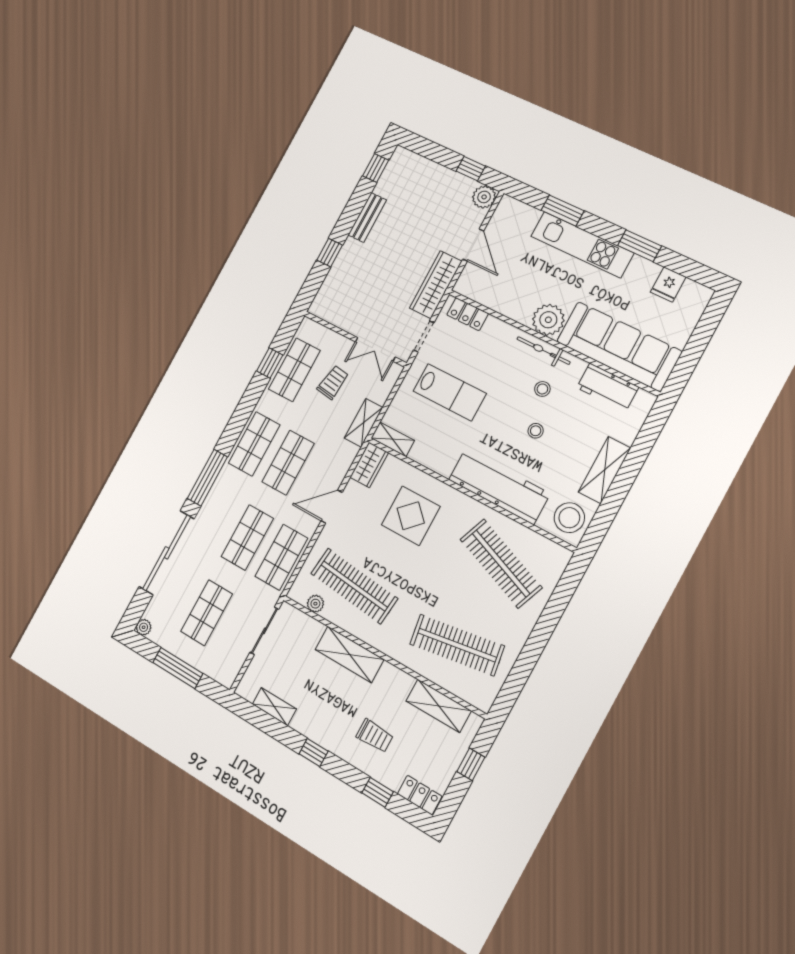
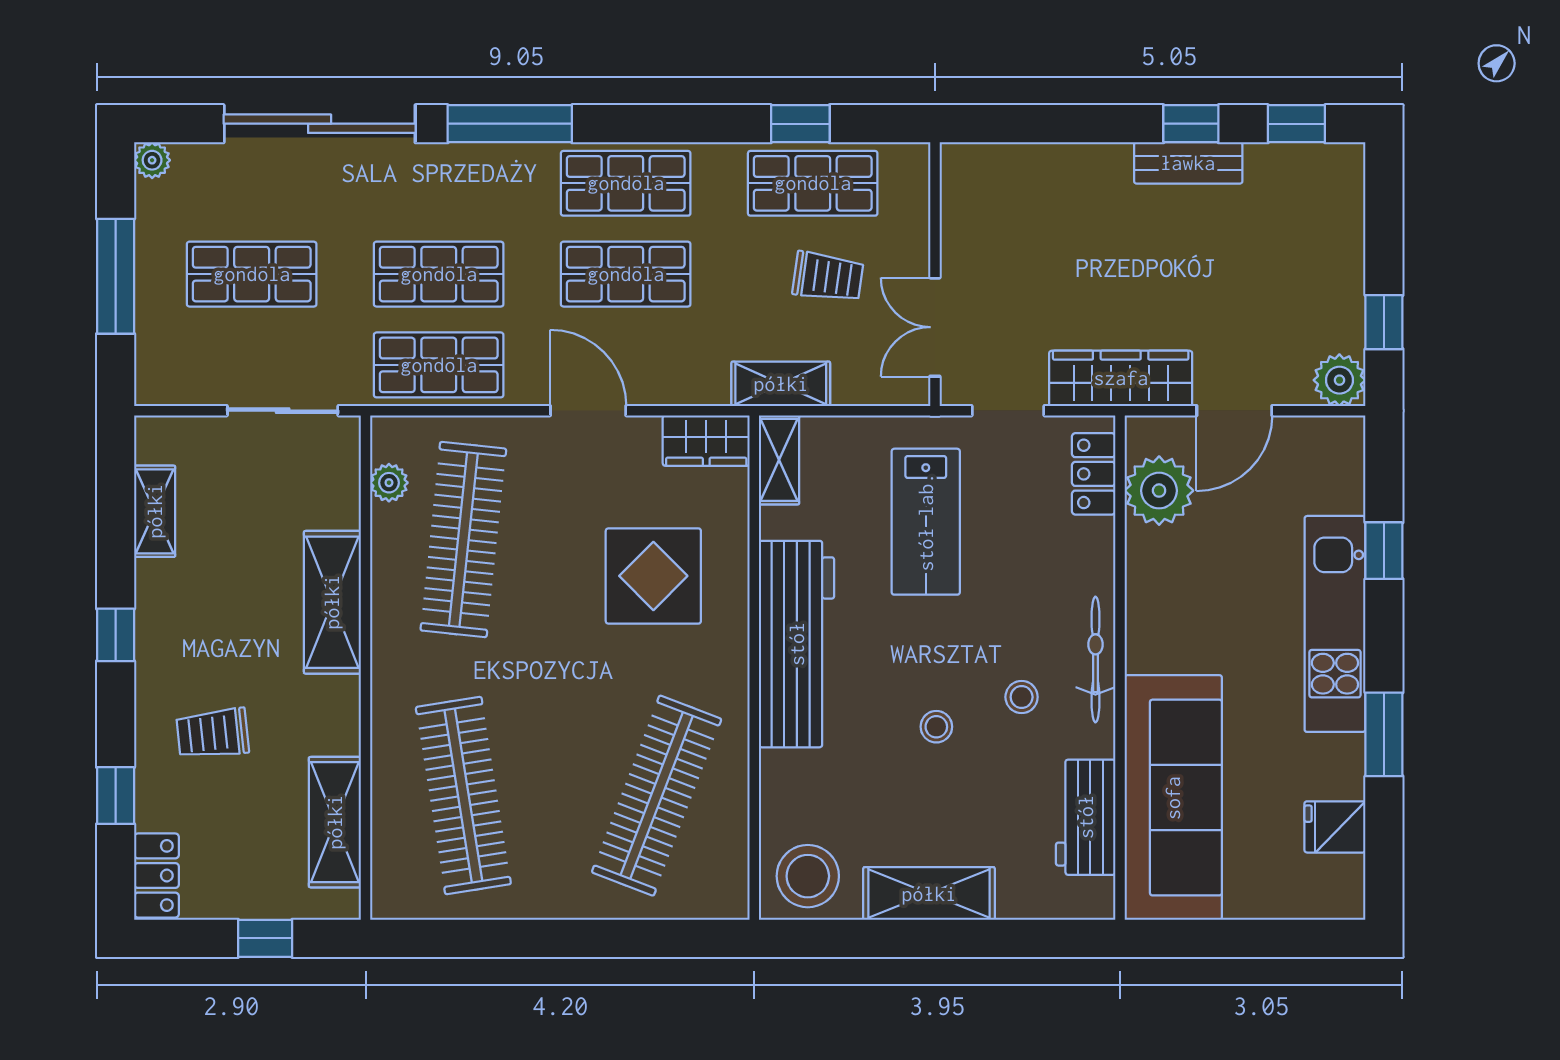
window: (563, 211) -> (1384, 551), width x0.67
window: (330, 253) -> (1191, 124), moved
plant: (548, 320) -> (1159, 491), moved
workbench: (499, 487) -> (797, 644), moved
trolley: (375, 736) -> (213, 733), turned 84

